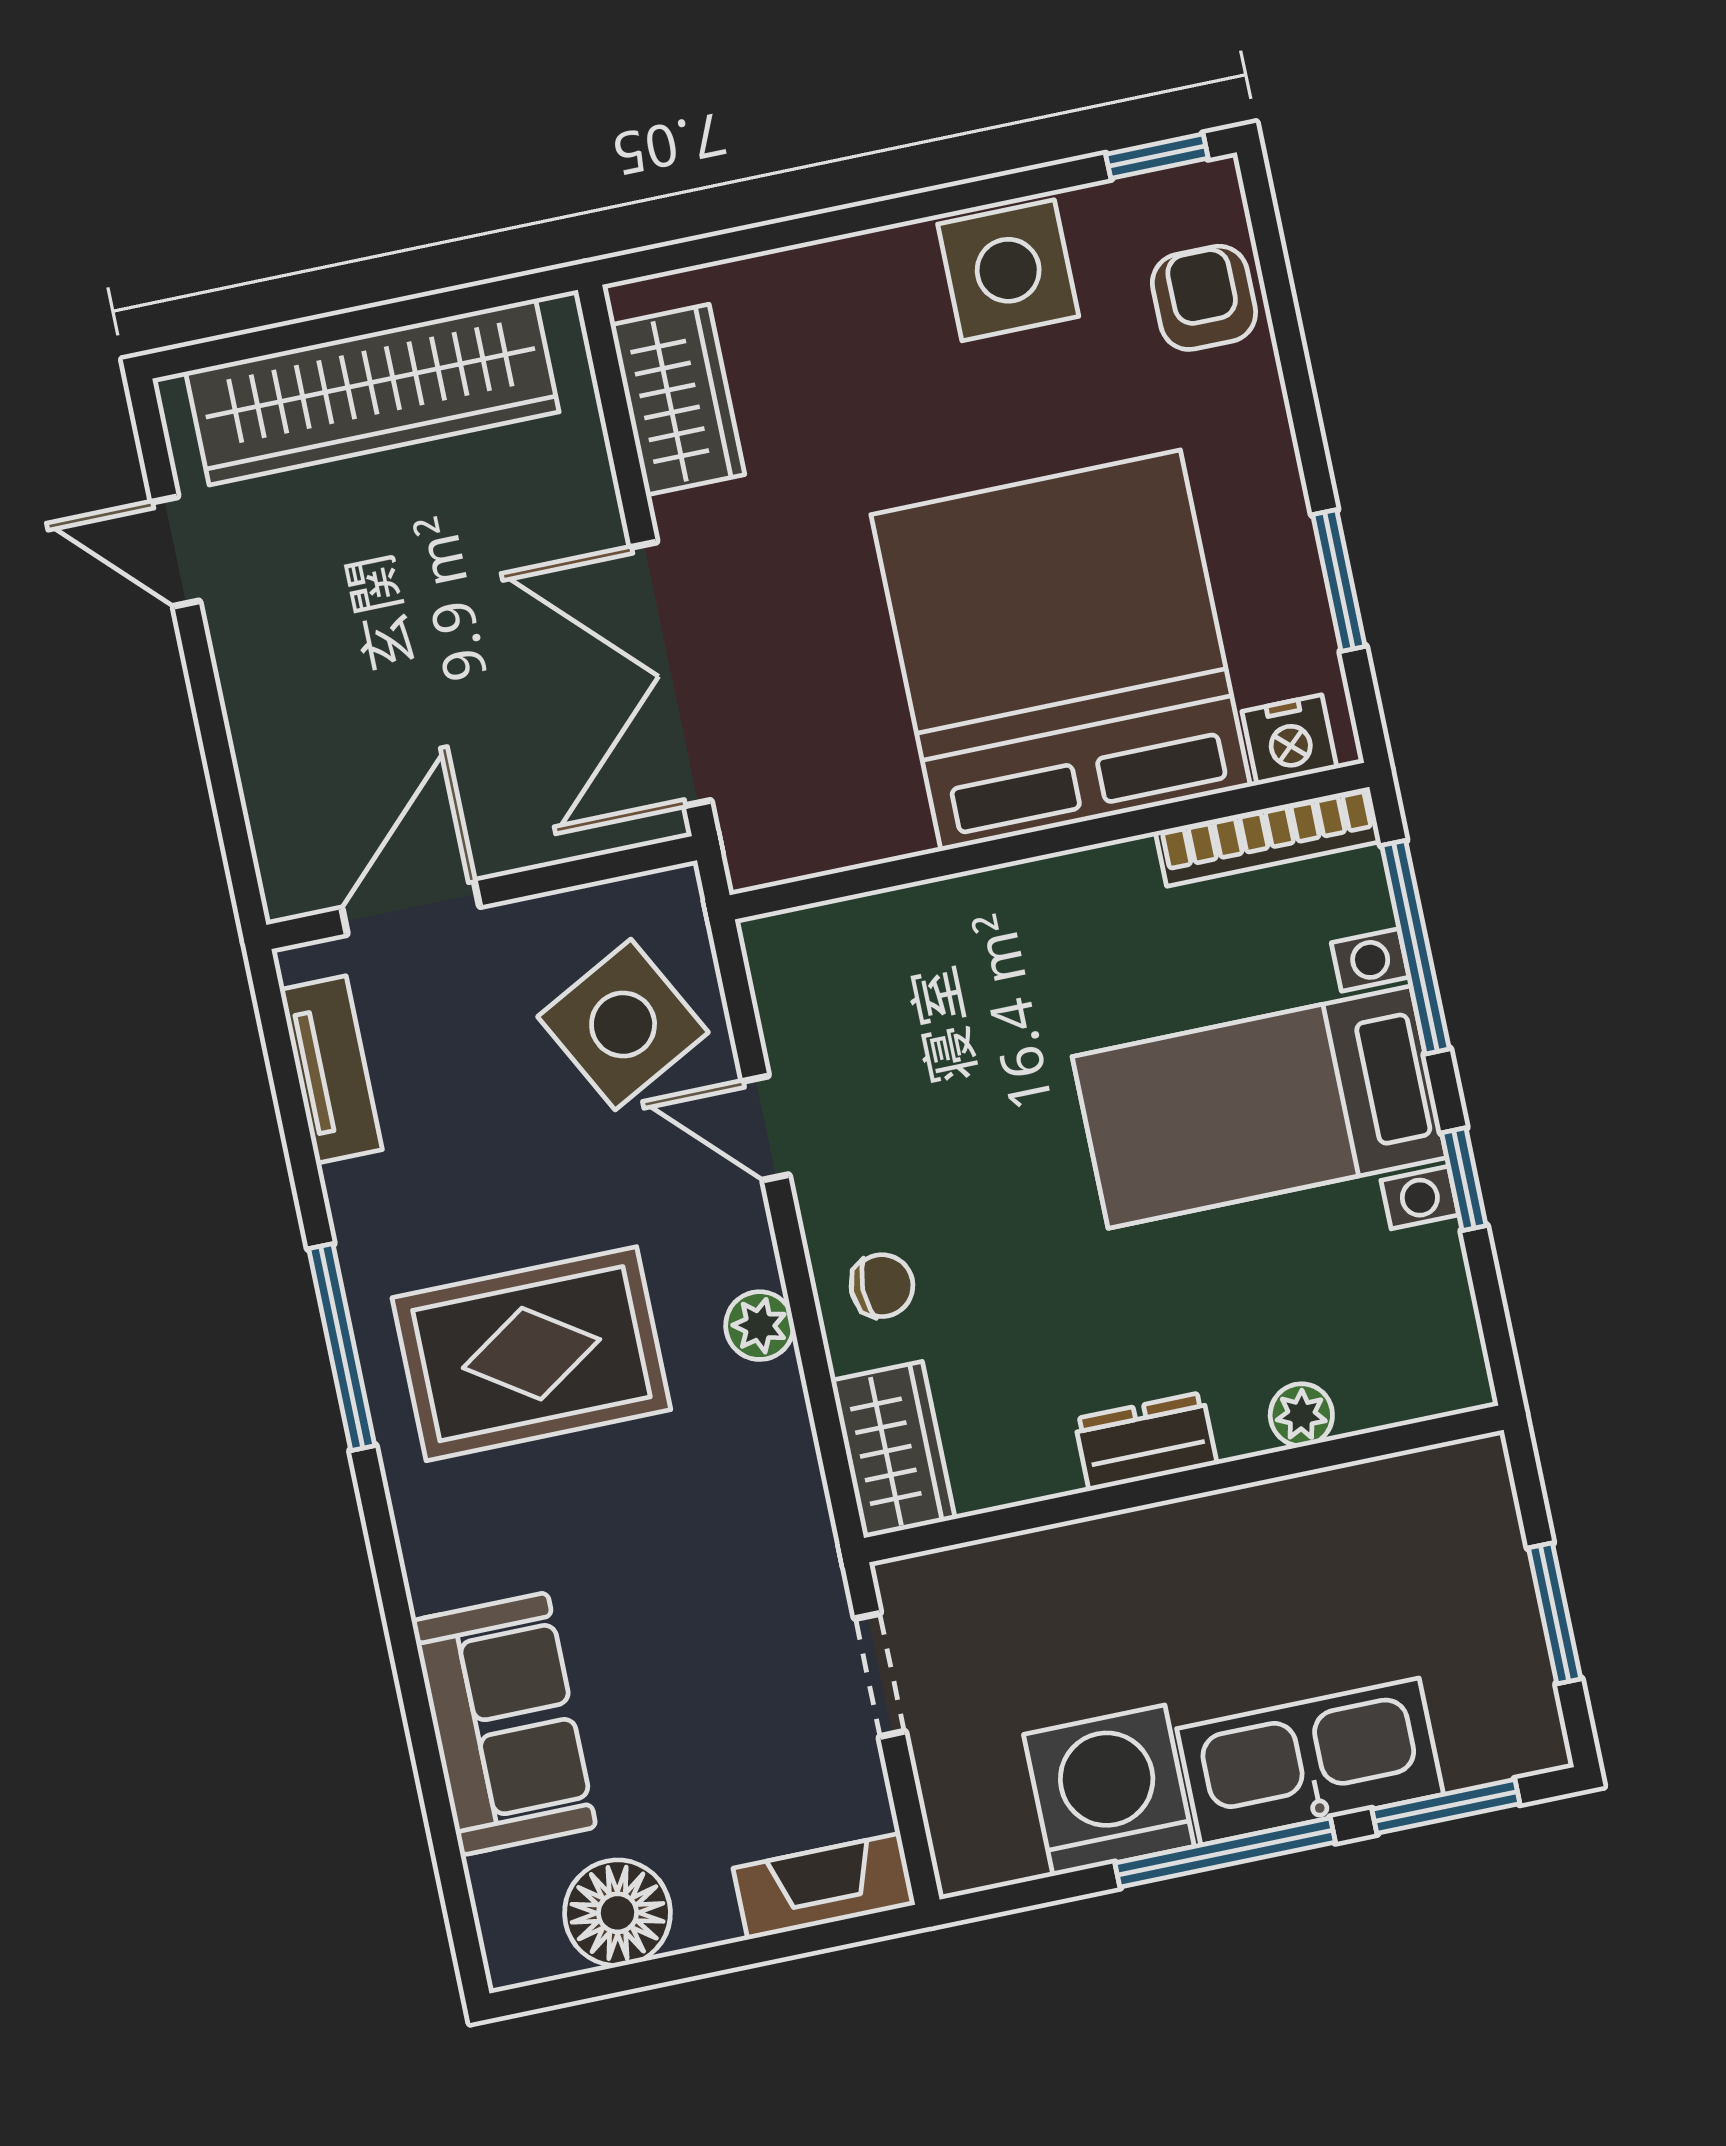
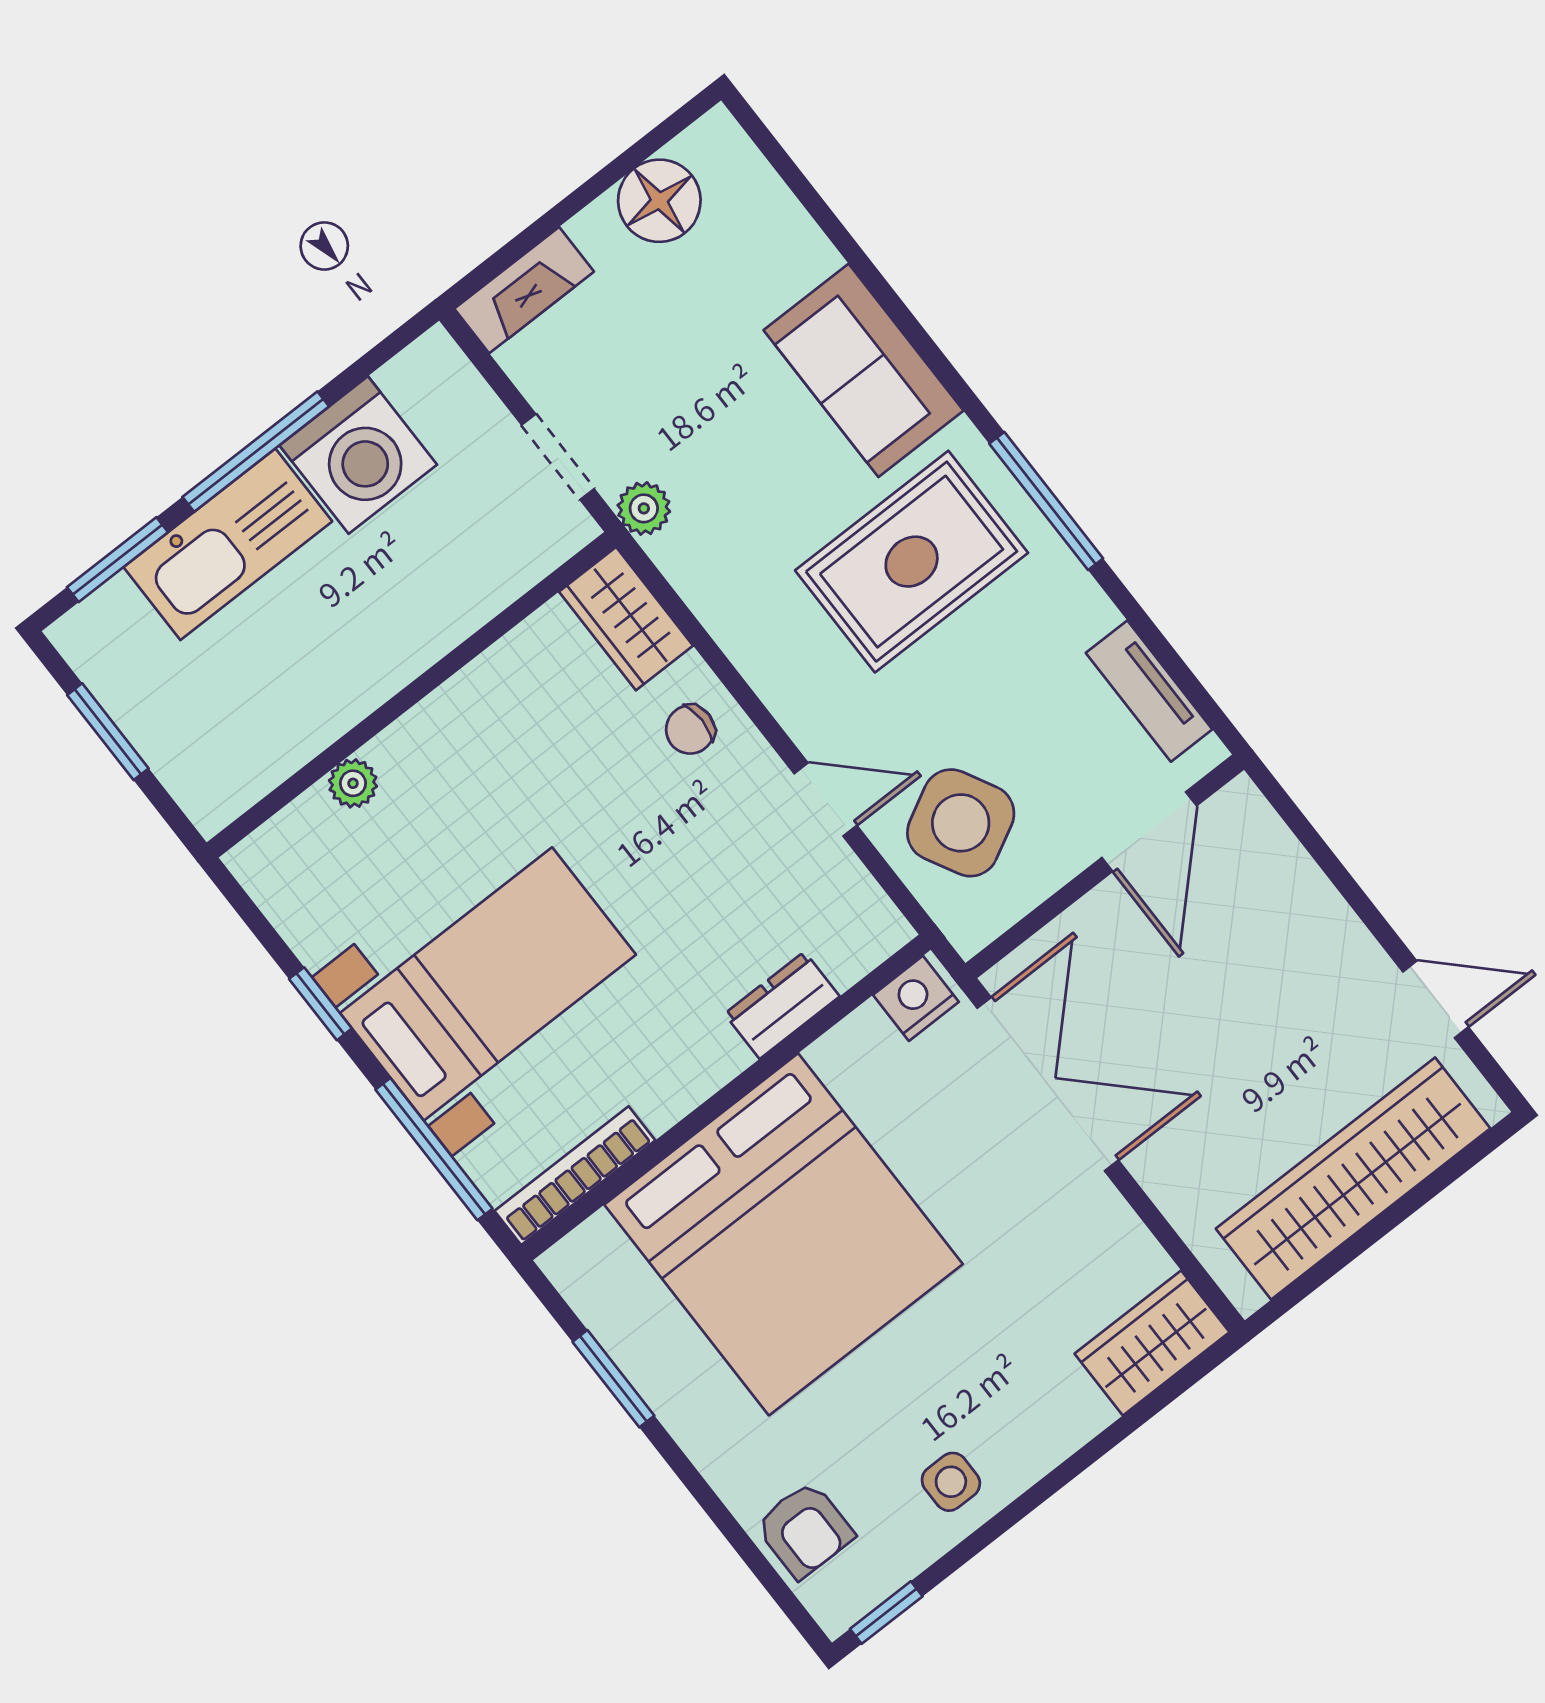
side table: (1008, 270) -> (951, 1482), width x0.54, depth x0.54
wardrobe: (678, 400) -> (1152, 1343), moved, turned 90
nightstand: (1290, 740) -> (916, 998), moved
plant: (760, 1326) -> (644, 508), moved
dresser: (1146, 1442) -> (782, 1005), moved, turned 180
sofa: (504, 1724) -> (863, 370), moved

